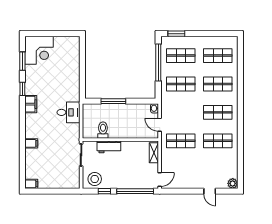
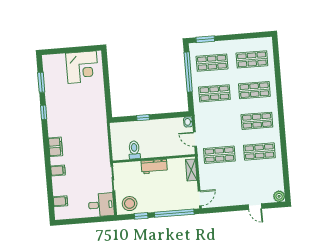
corner desk: (39, 50) -> (82, 67), moved
window: (113, 101) -> (143, 118), width x0.46
filing cabinet: (31, 104) -> (55, 147), moved
desk: (68, 112) -> (101, 205), moved
workbench: (109, 147) -> (154, 167), moved
filing cabinet: (31, 184) -> (60, 201), moved

